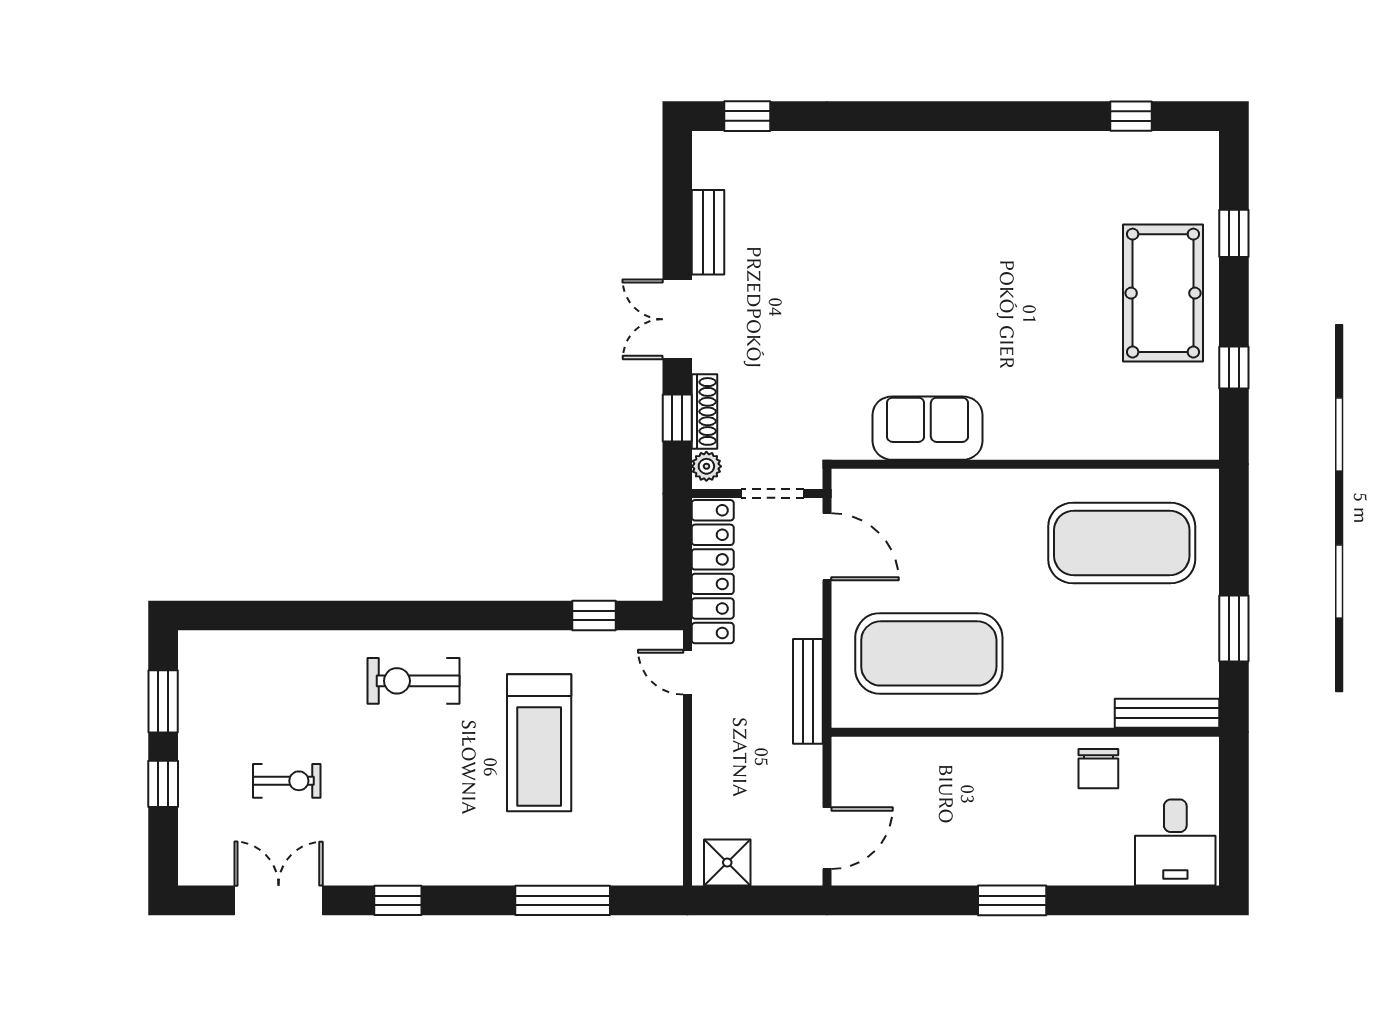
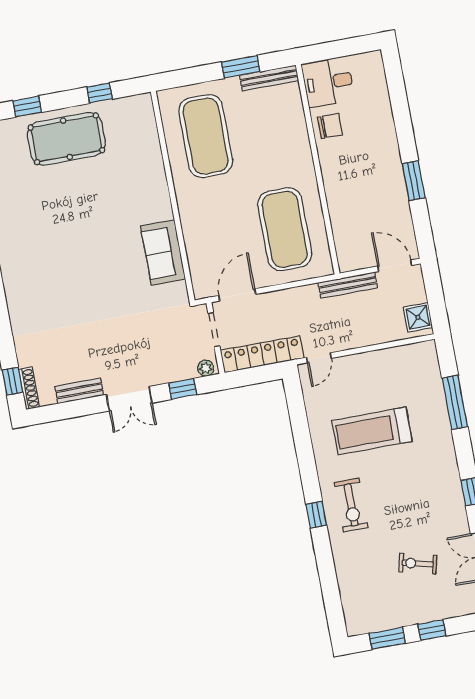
shoe rack: (705, 411) -> (29, 388), moved, turned 90
window: (594, 615) -> (316, 515), moved
bench: (808, 691) -> (348, 285), moved
bench: (1167, 713) -> (269, 78), moved, turned 90
treadmill: (539, 743) -> (372, 431), turned 180
exercise bike: (287, 781) -> (418, 564), turned -76
desk: (1175, 843) -> (328, 82), moved, turned 180
window: (1012, 900) -> (414, 181), moved

